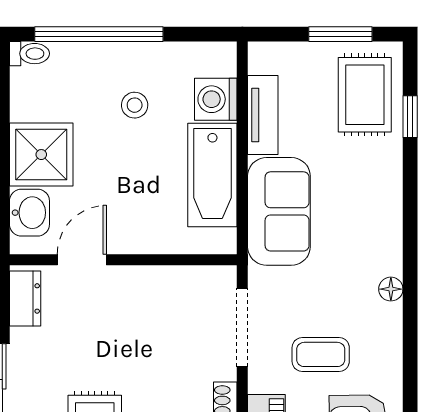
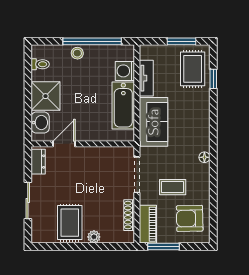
window: (99, 34) -> (92, 41), moved
toilet: (29, 54) -> (40, 64), moved
stool: (135, 105) -> (77, 53), moved

